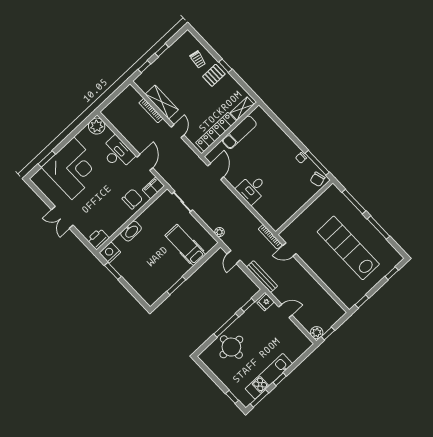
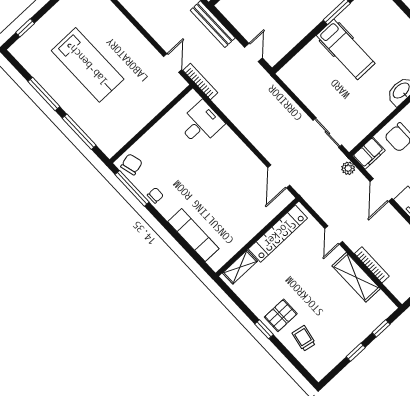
exam couch: (239, 132) -> (193, 235), moved, turned 90
desk: (252, 189) -> (201, 124), moved
plant: (219, 232) -> (348, 168), moved
hospital bed: (185, 245) -> (346, 49), moved
lab bench: (348, 248) -> (88, 65), width x0.73
door: (289, 249) -> (173, 63), hinge flipped

